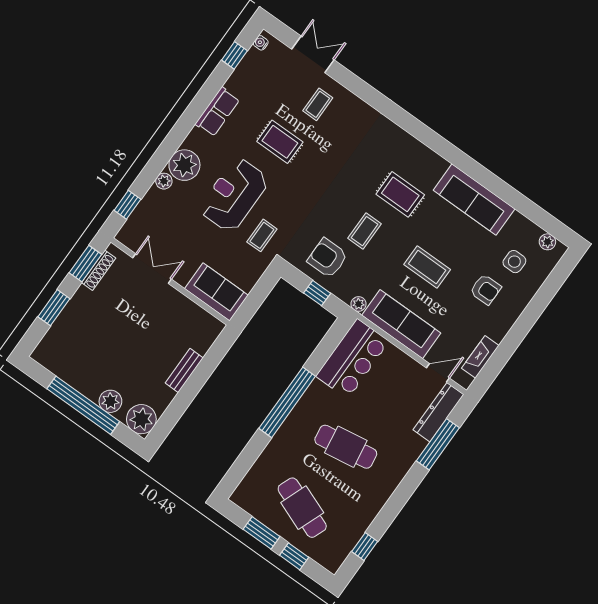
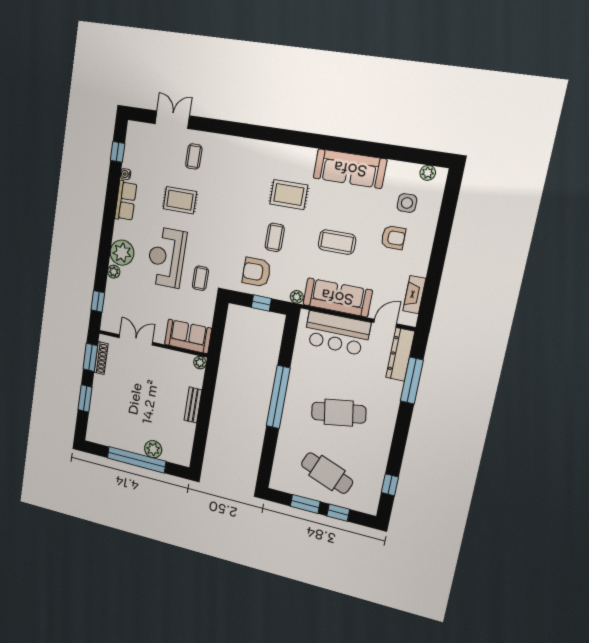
water cooler: (261, 43) -> (126, 174), moved
bar counter: (353, 359) -> (337, 333), moved, turned 90
plant: (141, 419) -> (200, 363), moved, width x0.53, depth x0.53

